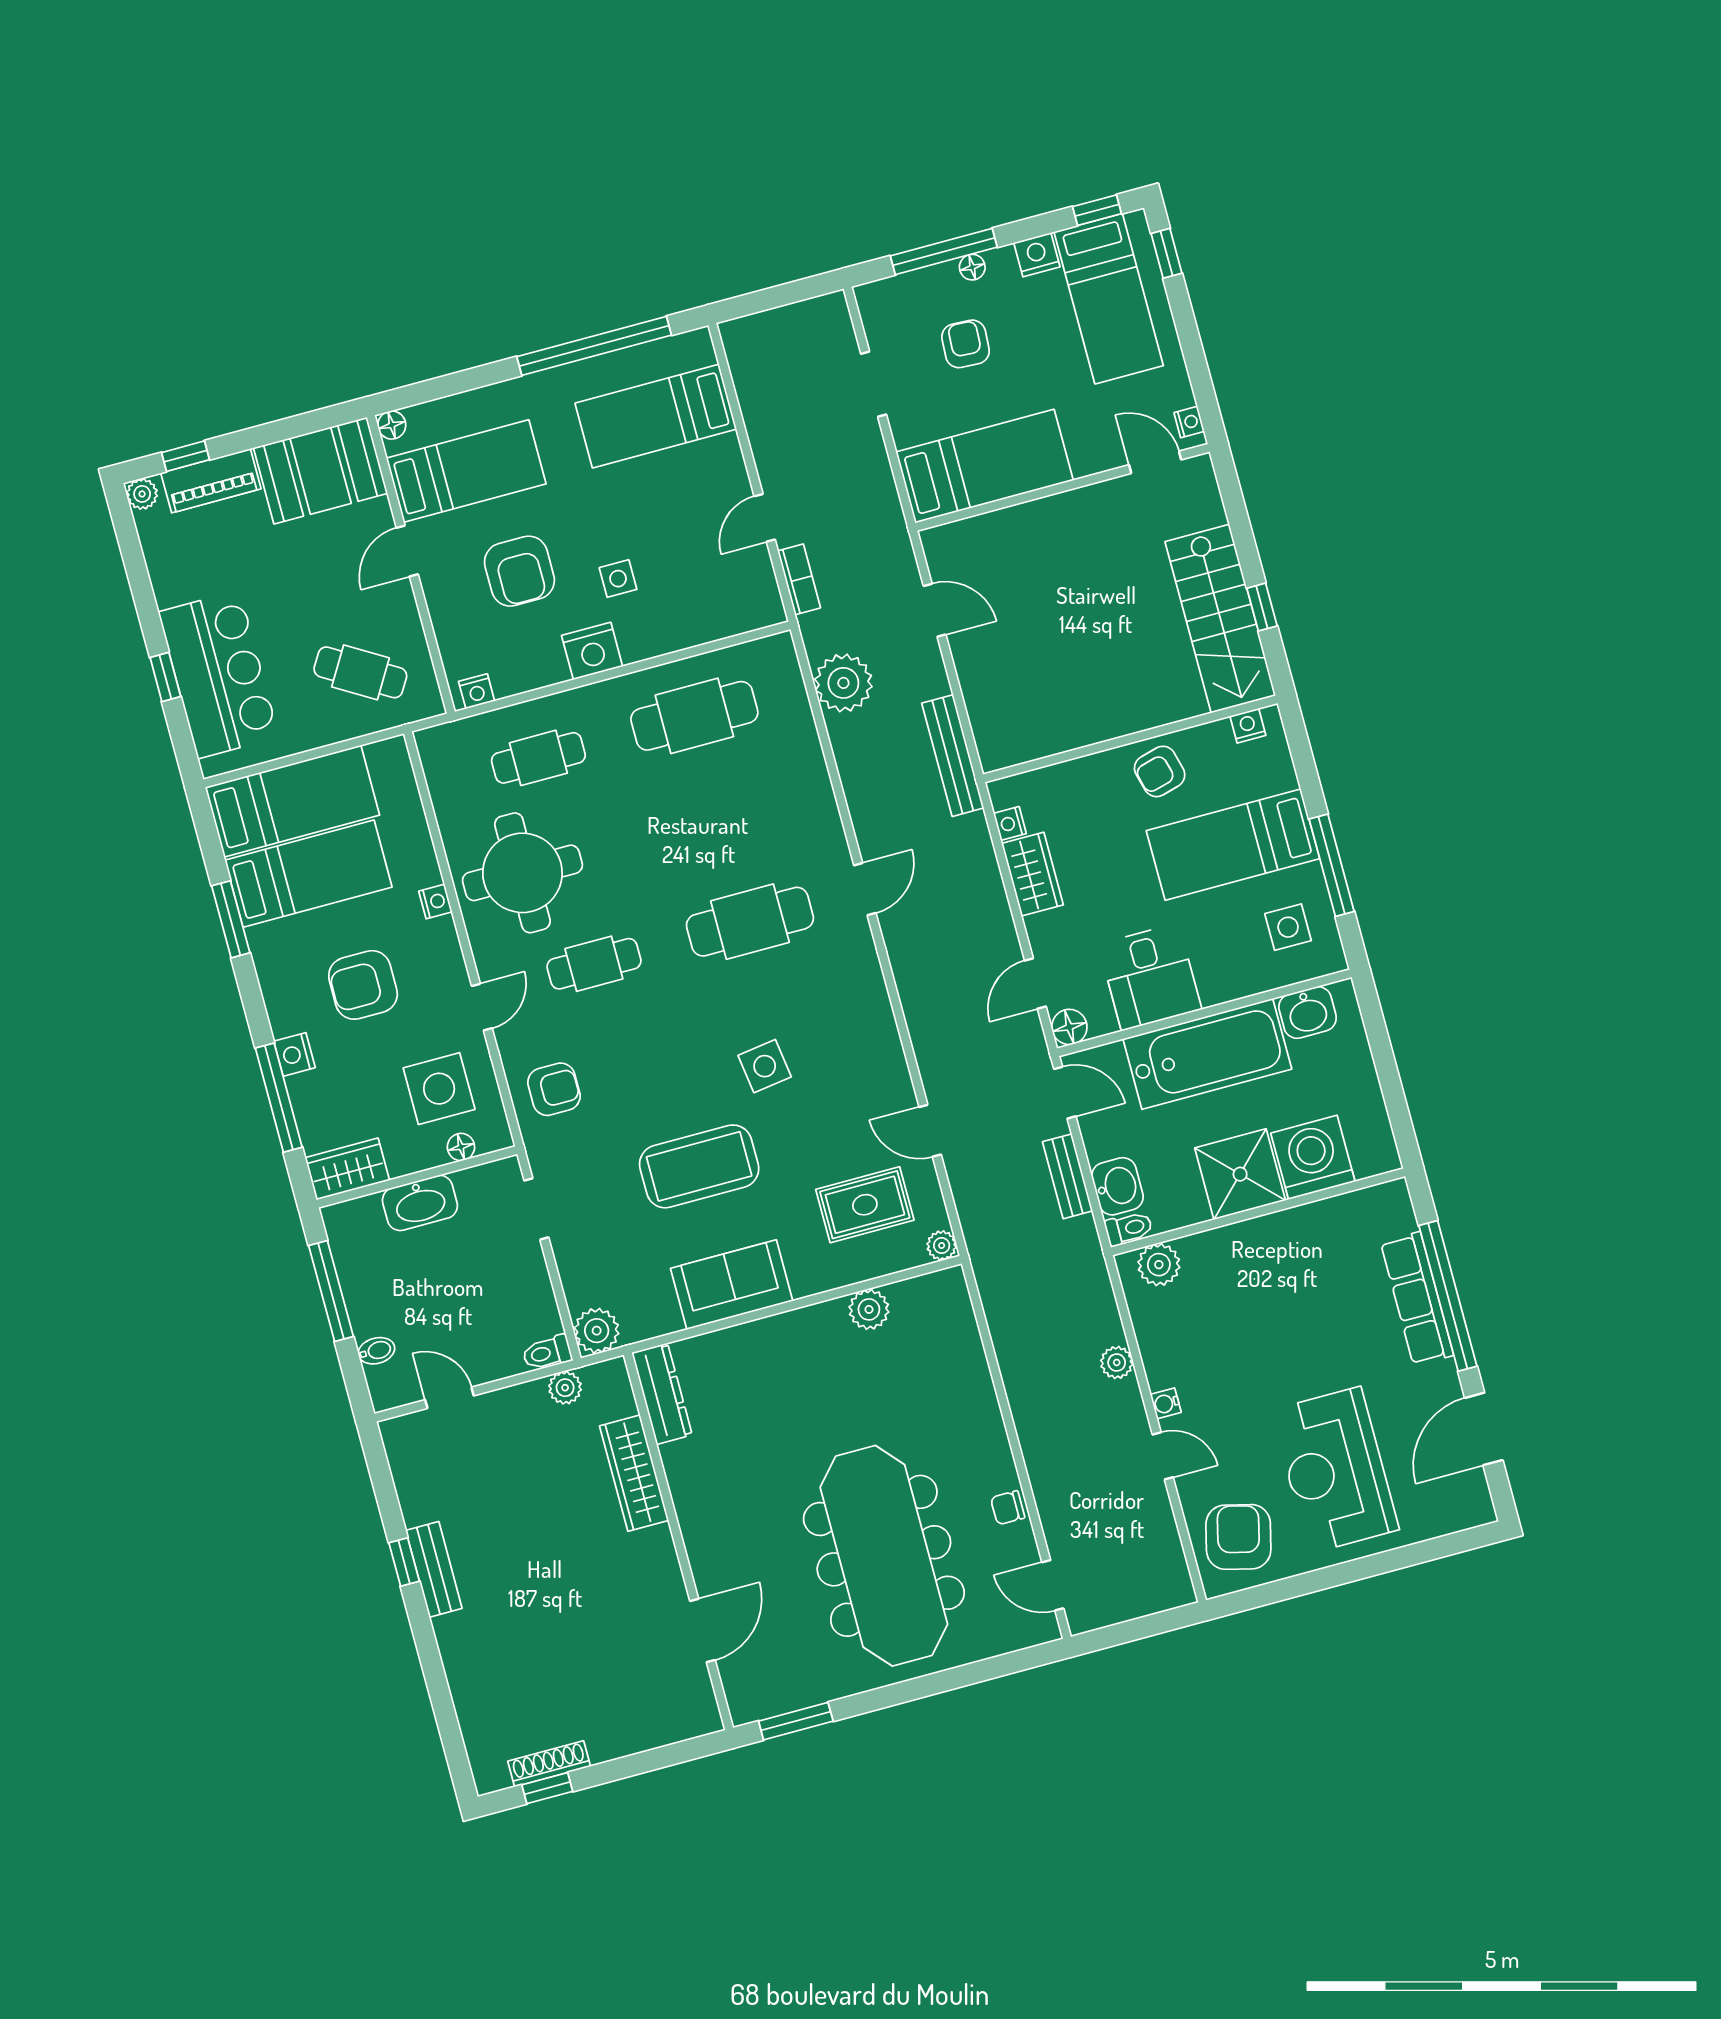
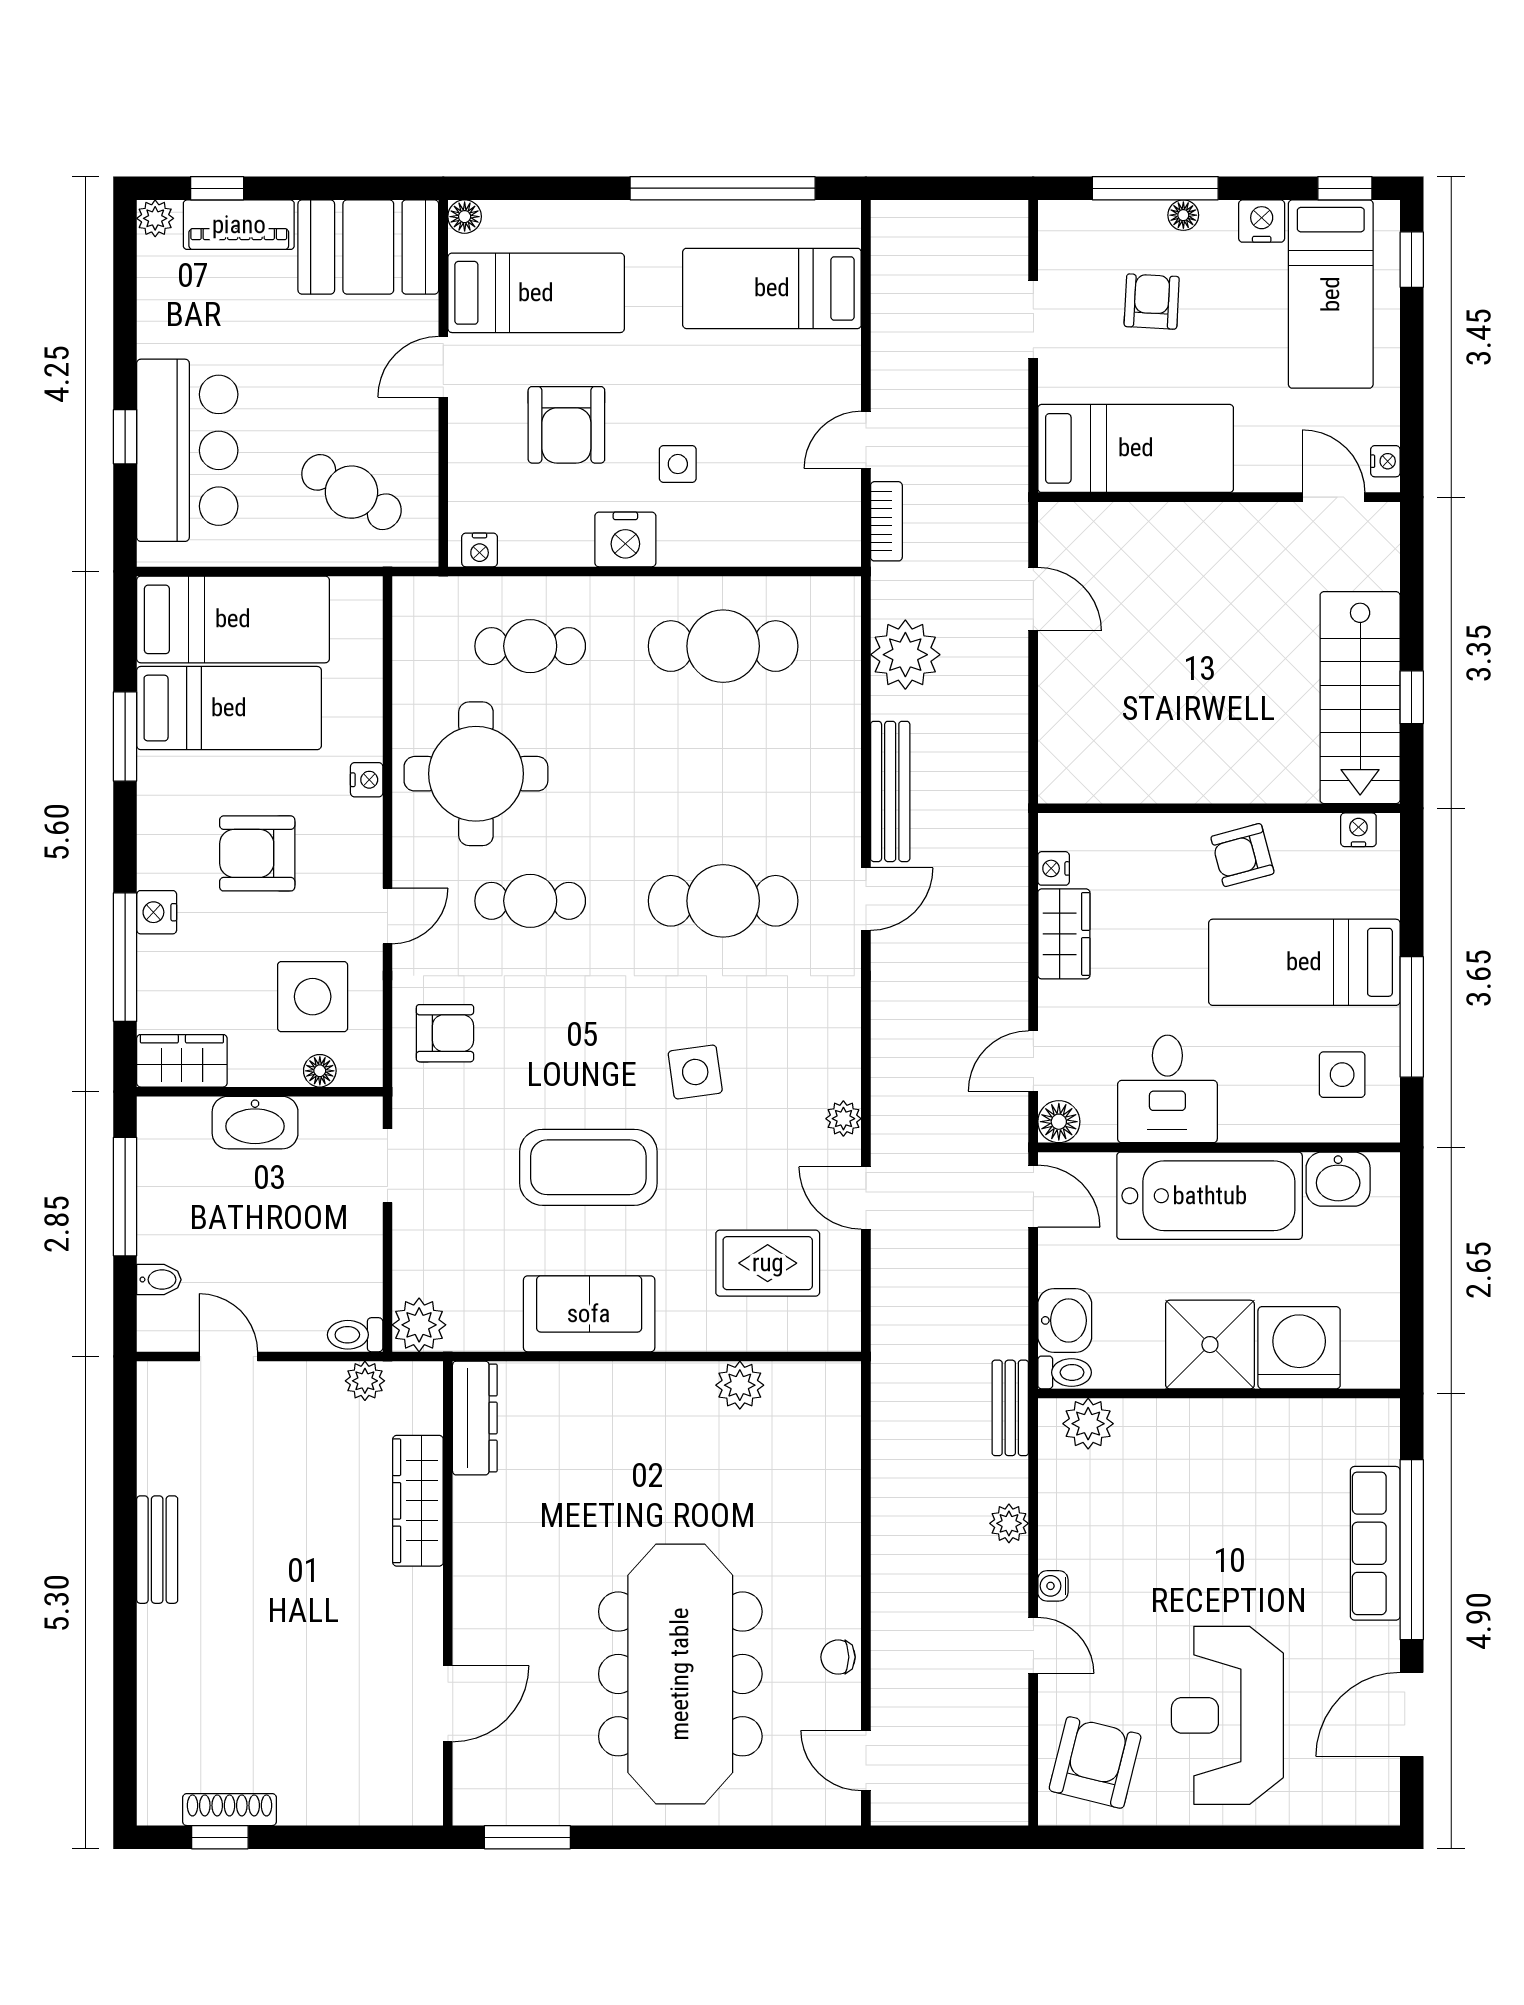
bench: (953, 756) -> (890, 791), moved
bench: (1068, 1176) -> (1010, 1408), moved
plant: (942, 1245) -> (843, 1119), moved
window: (404, 1562) -> (125, 1532), removed

